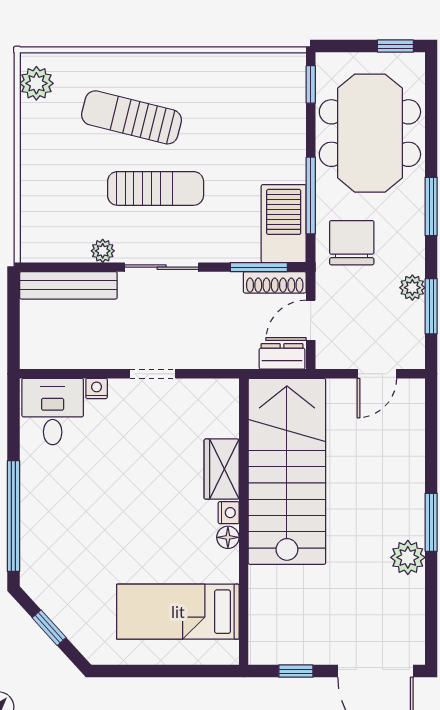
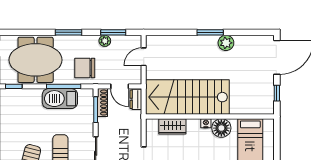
barbecue: (284, 224) -> (60, 99), moved
door: (377, 374) -> (144, 57), swing flipped
wardrobe: (222, 469) -> (172, 126), moved
floor lamp: (228, 537) -> (221, 128), width x1.89, depth x1.89

